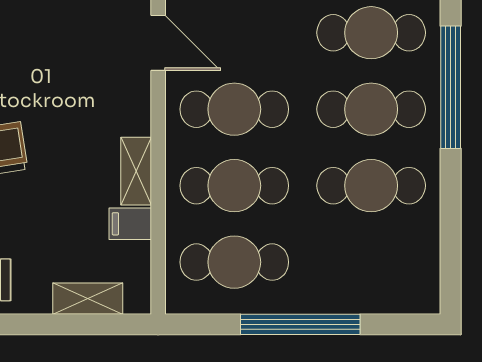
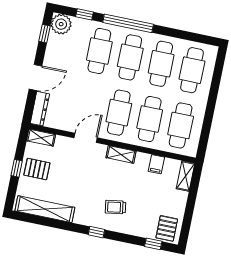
shelving: (136, 171) -> (121, 154), moved
cafe table: (371, 262) -> (192, 70), added
shelving: (88, 299) -> (185, 176), moved
window: (300, 324) -> (211, 104), removed

